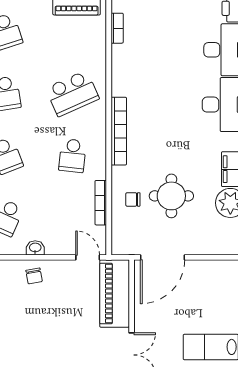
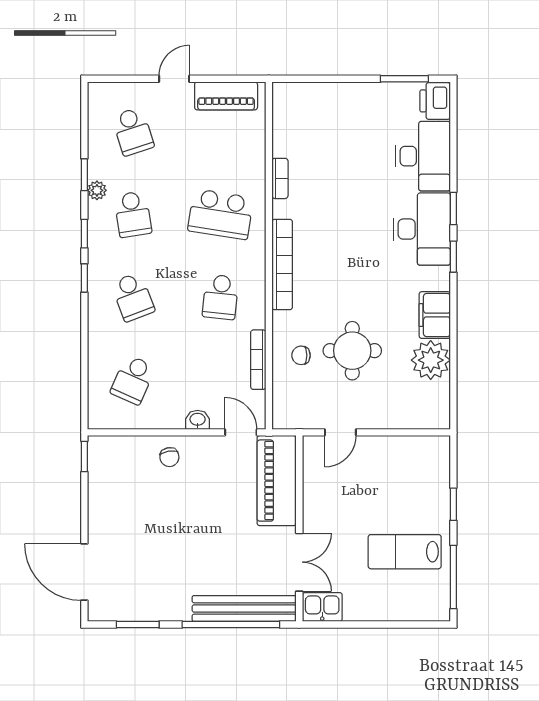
bookcase: (117, 28) -> (280, 178), moved
school desk: (72, 93) -> (221, 214), turned 33
washbasin: (35, 248) -> (198, 420), moved
door: (162, 257) -> (340, 432), width x0.53

